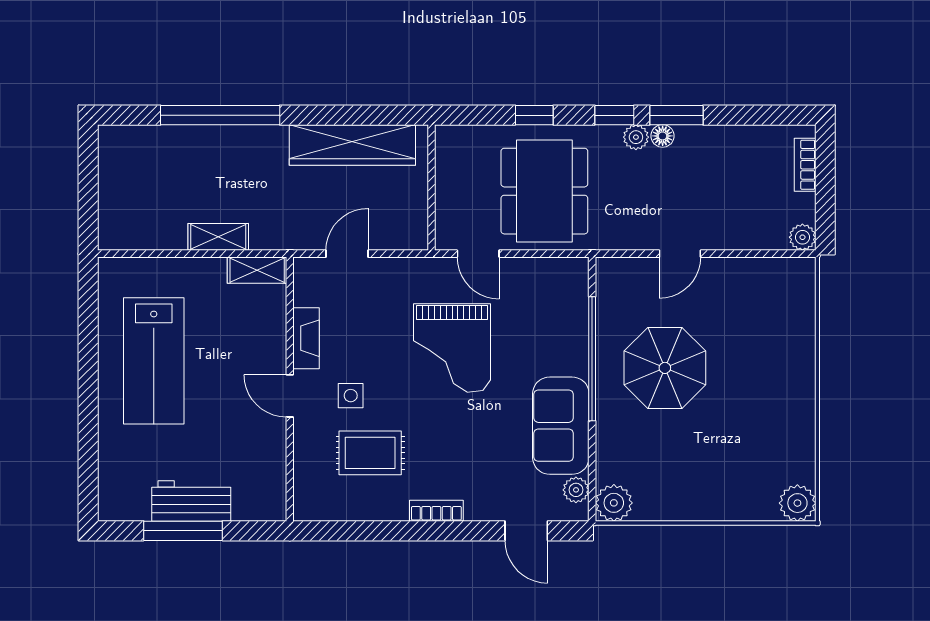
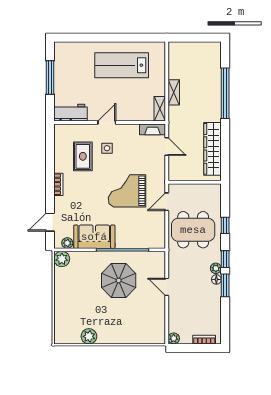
fireplace: (306, 338) -> (152, 129), moved
workbench: (191, 501) -> (71, 113), moved, turned -90
plant: (797, 503) -> (89, 336), moved

